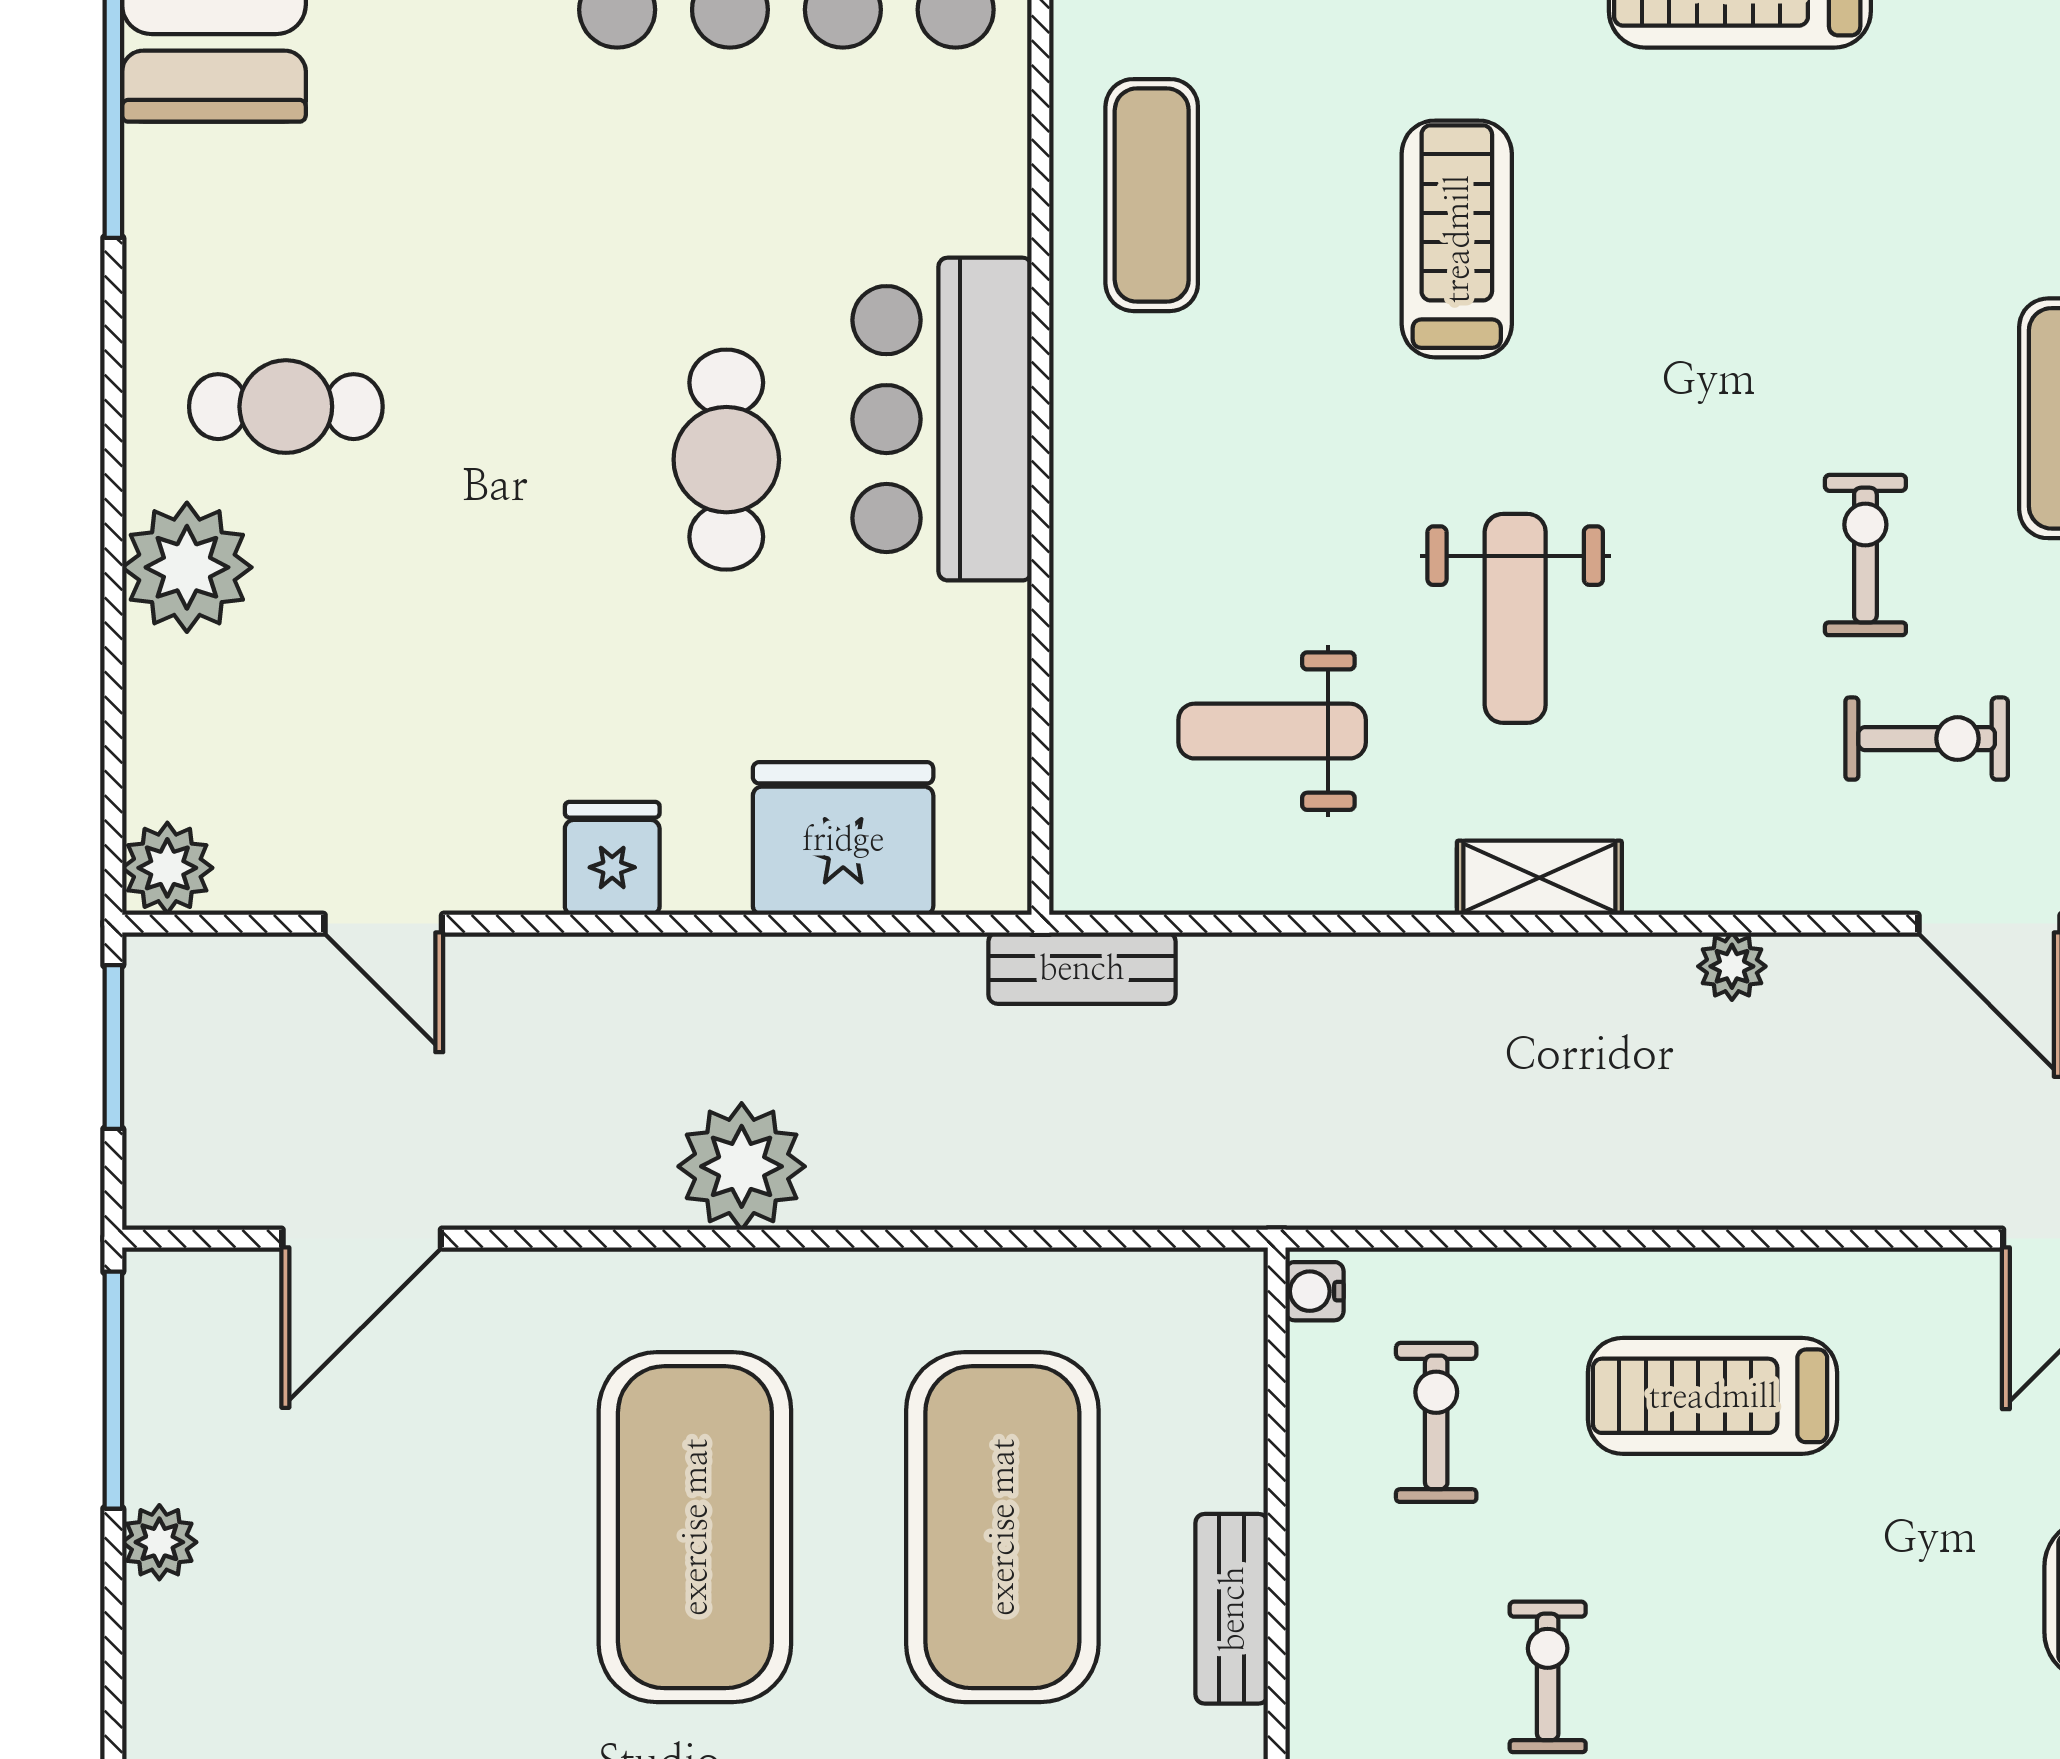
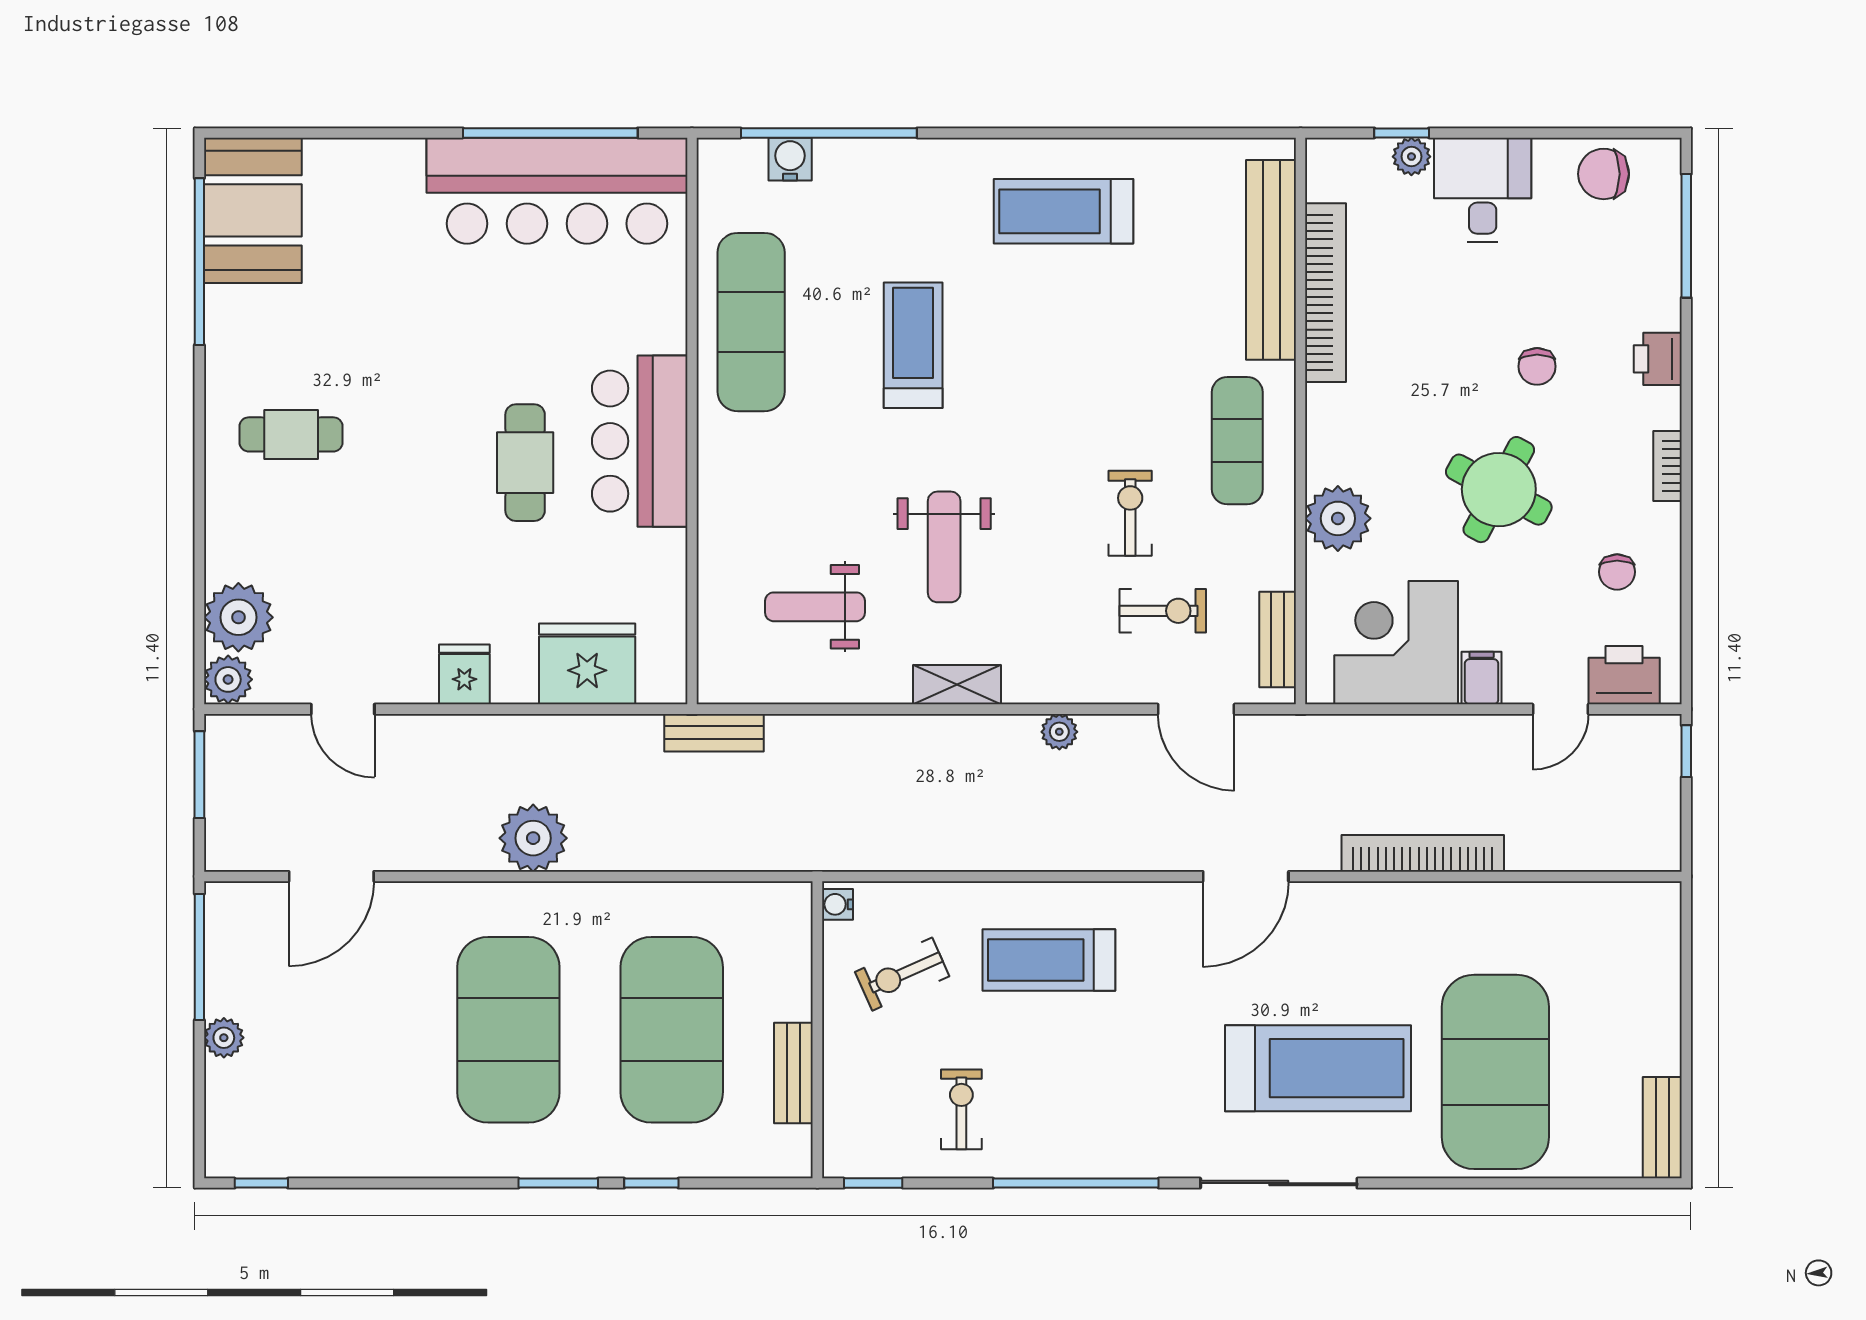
exercise mat: (1152, 195) -> (751, 322), width x1.36, depth x1.45
plant: (187, 567) -> (238, 617), moved
exercise bike: (1436, 1422) -> (902, 974), turned -114

